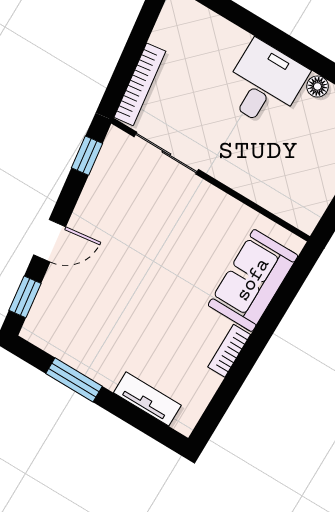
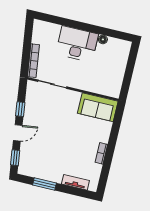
desk: (265, 84) -> (77, 44), width x1.37
window: (87, 156) -> (20, 109), moved
sofa: (253, 280) -> (98, 107), moved, turned -90

